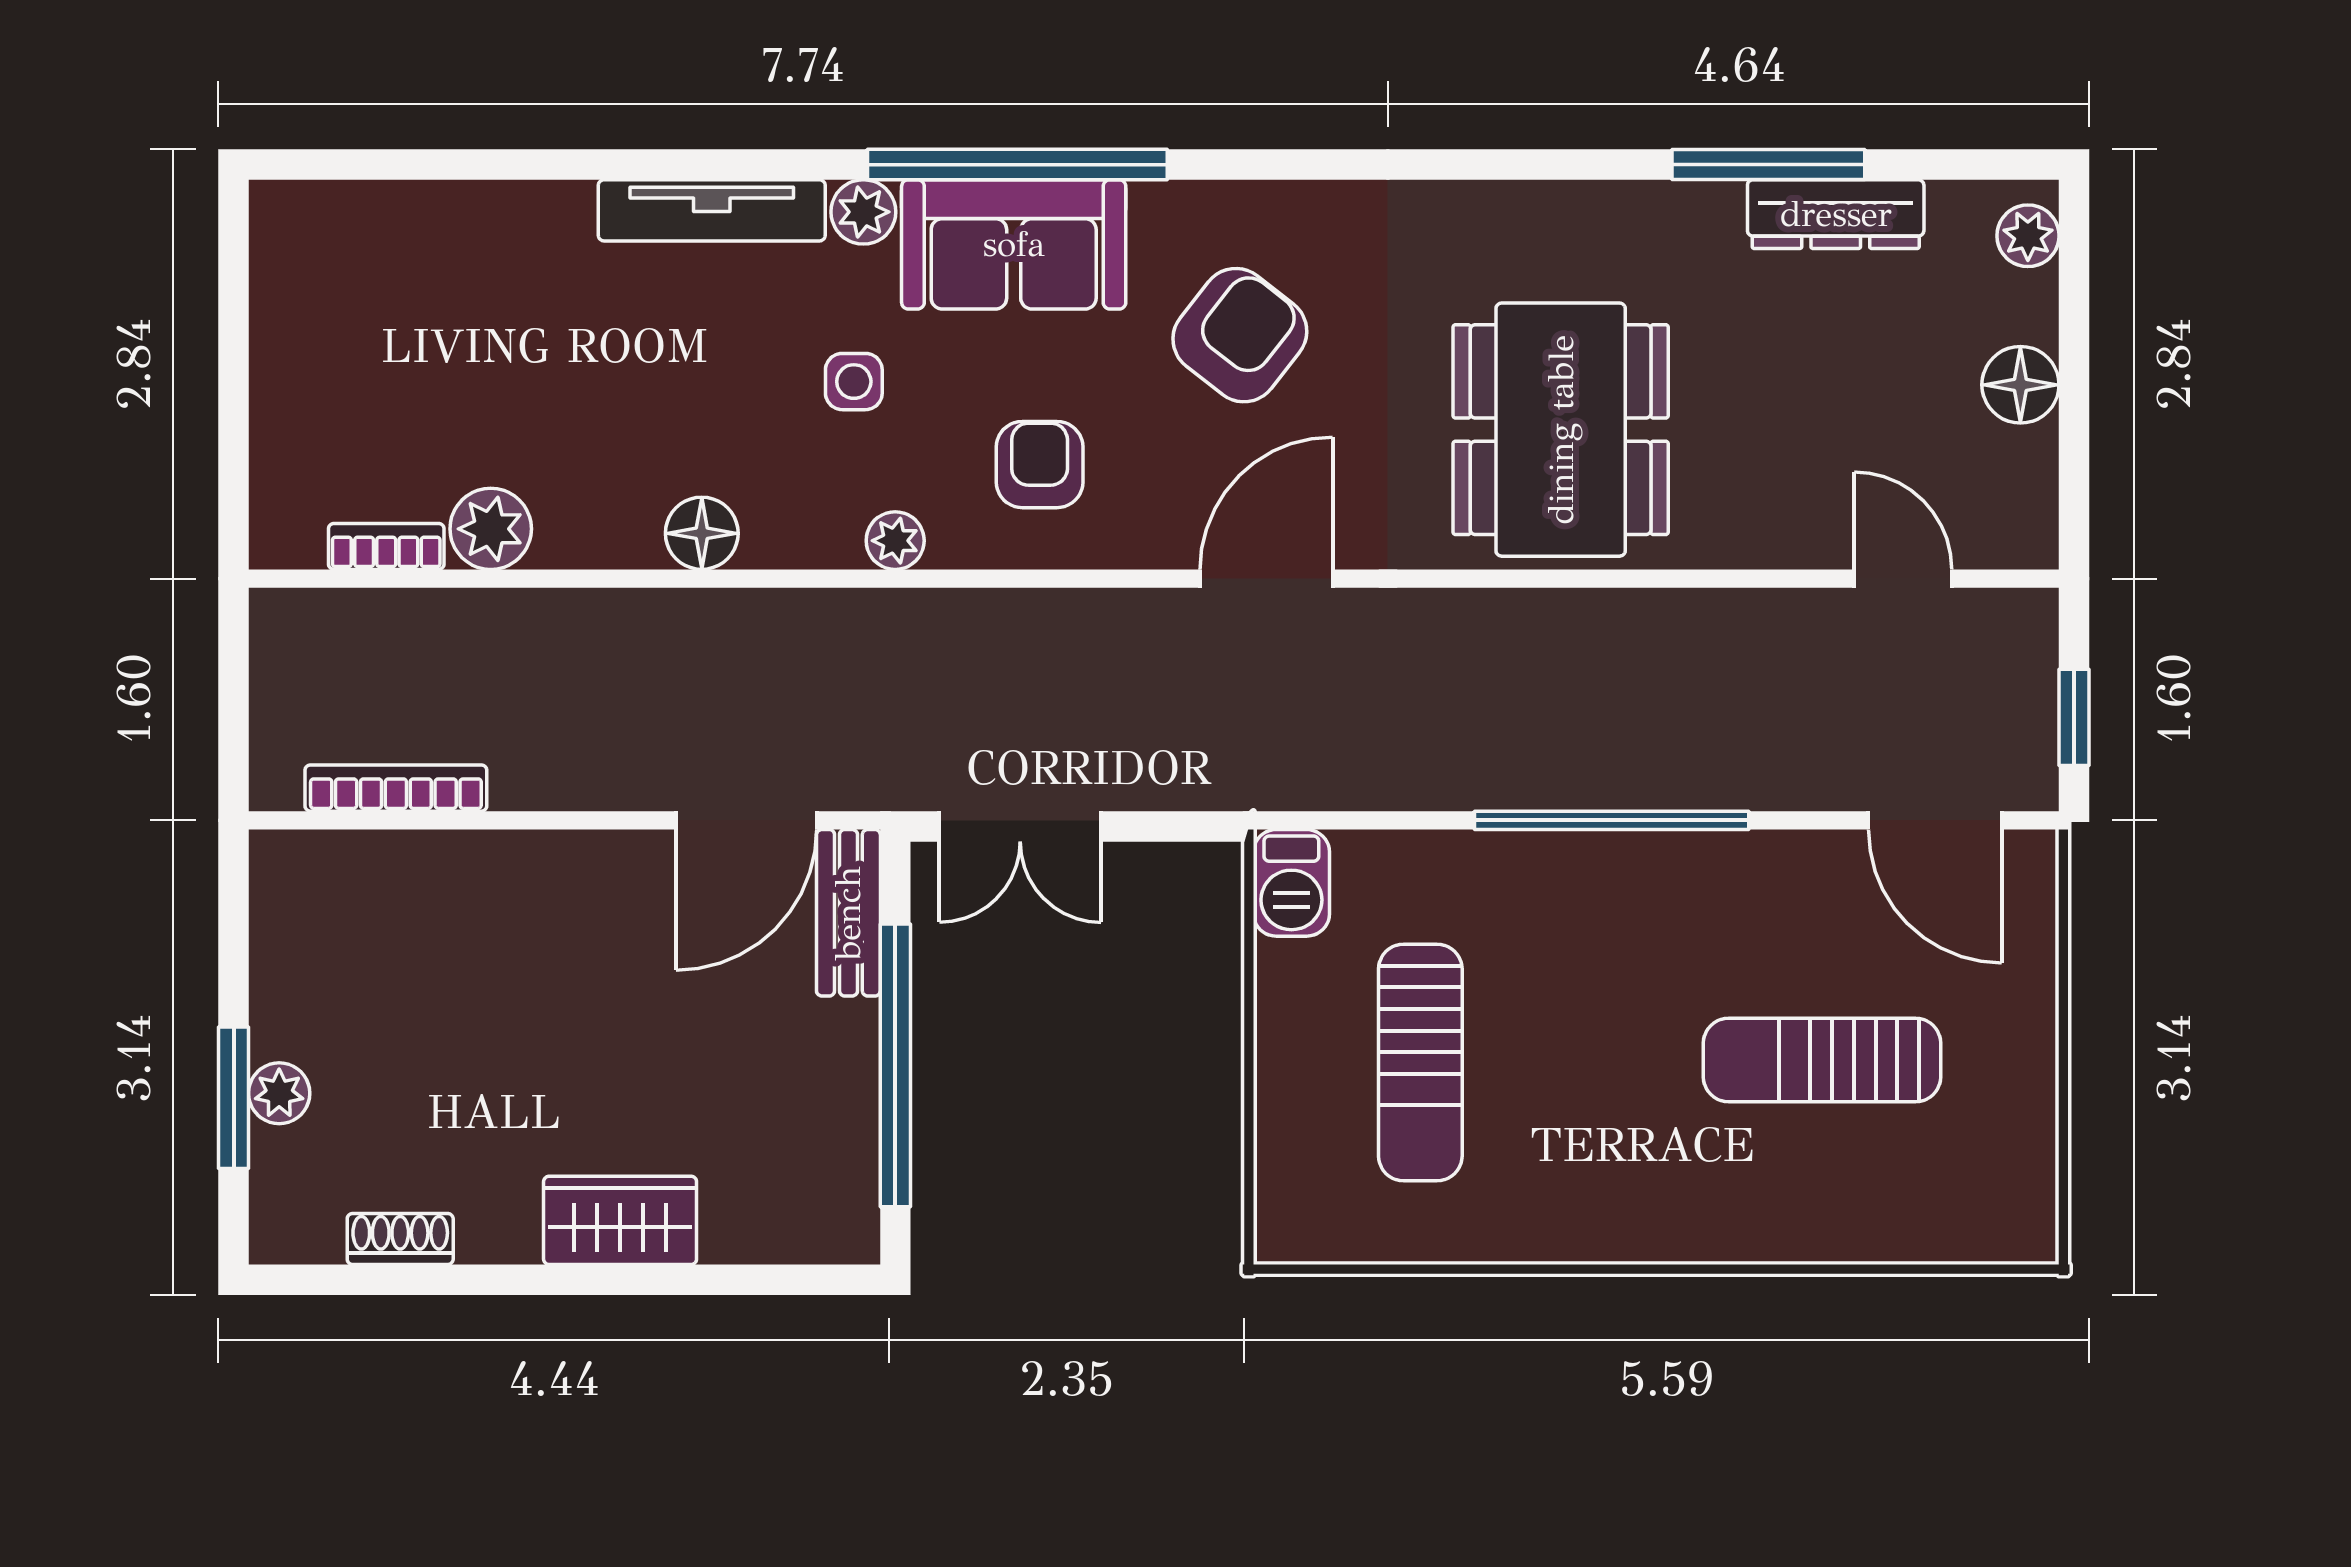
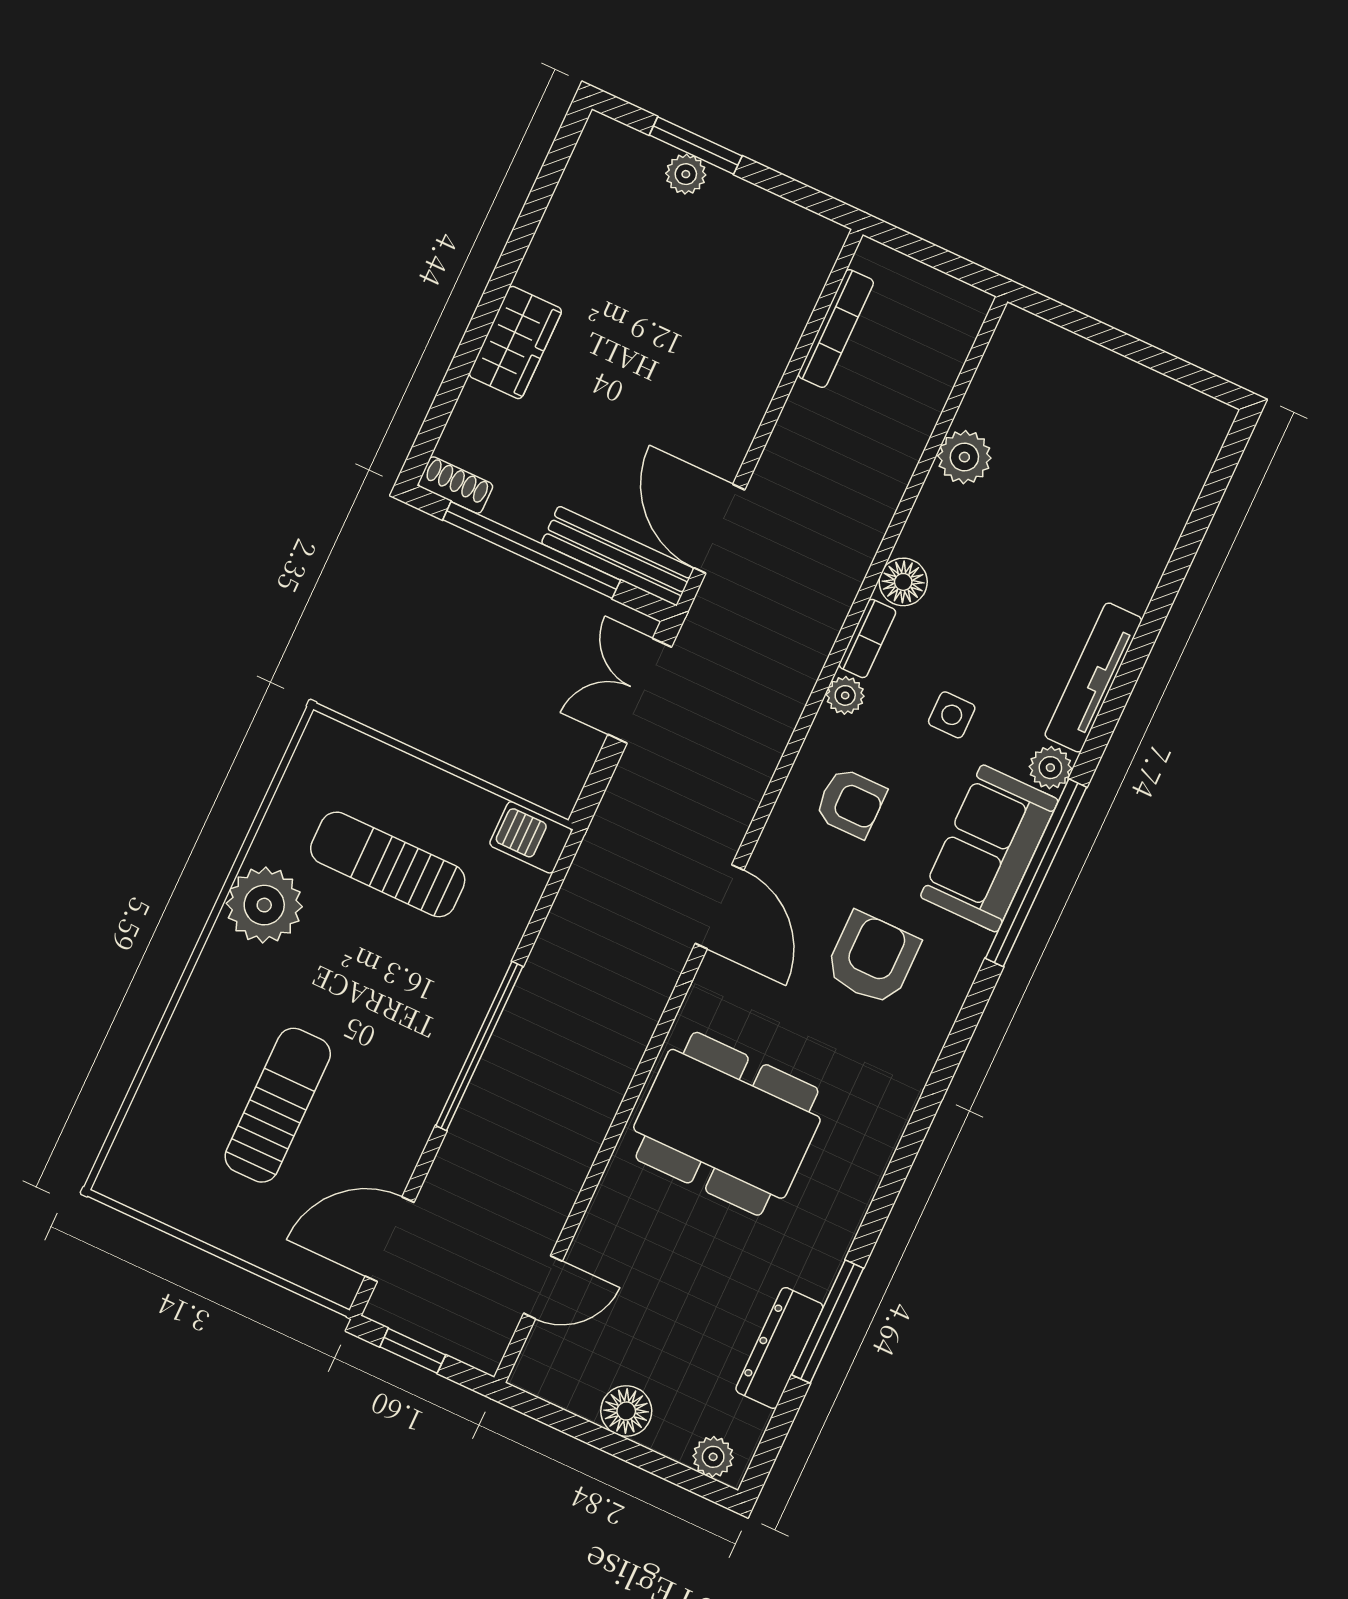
armchair: (1240, 335) -> (872, 958), turned -128
bookcase: (386, 546) -> (867, 638), moved
bench: (848, 913) -> (618, 556), width x1.36
plant: (1555, 1207) -> (264, 905), added
shoe rack: (400, 1239) -> (455, 485), moved, turned -90

